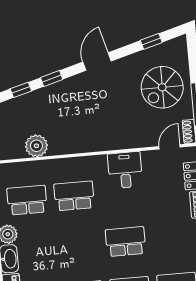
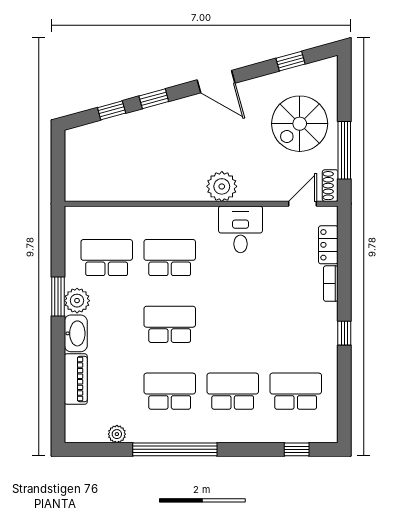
door: (97, 61) -> (216, 82), swing flipped
plant: (36, 146) -> (222, 186), moved
school desk: (126, 242) -> (170, 324), moved

